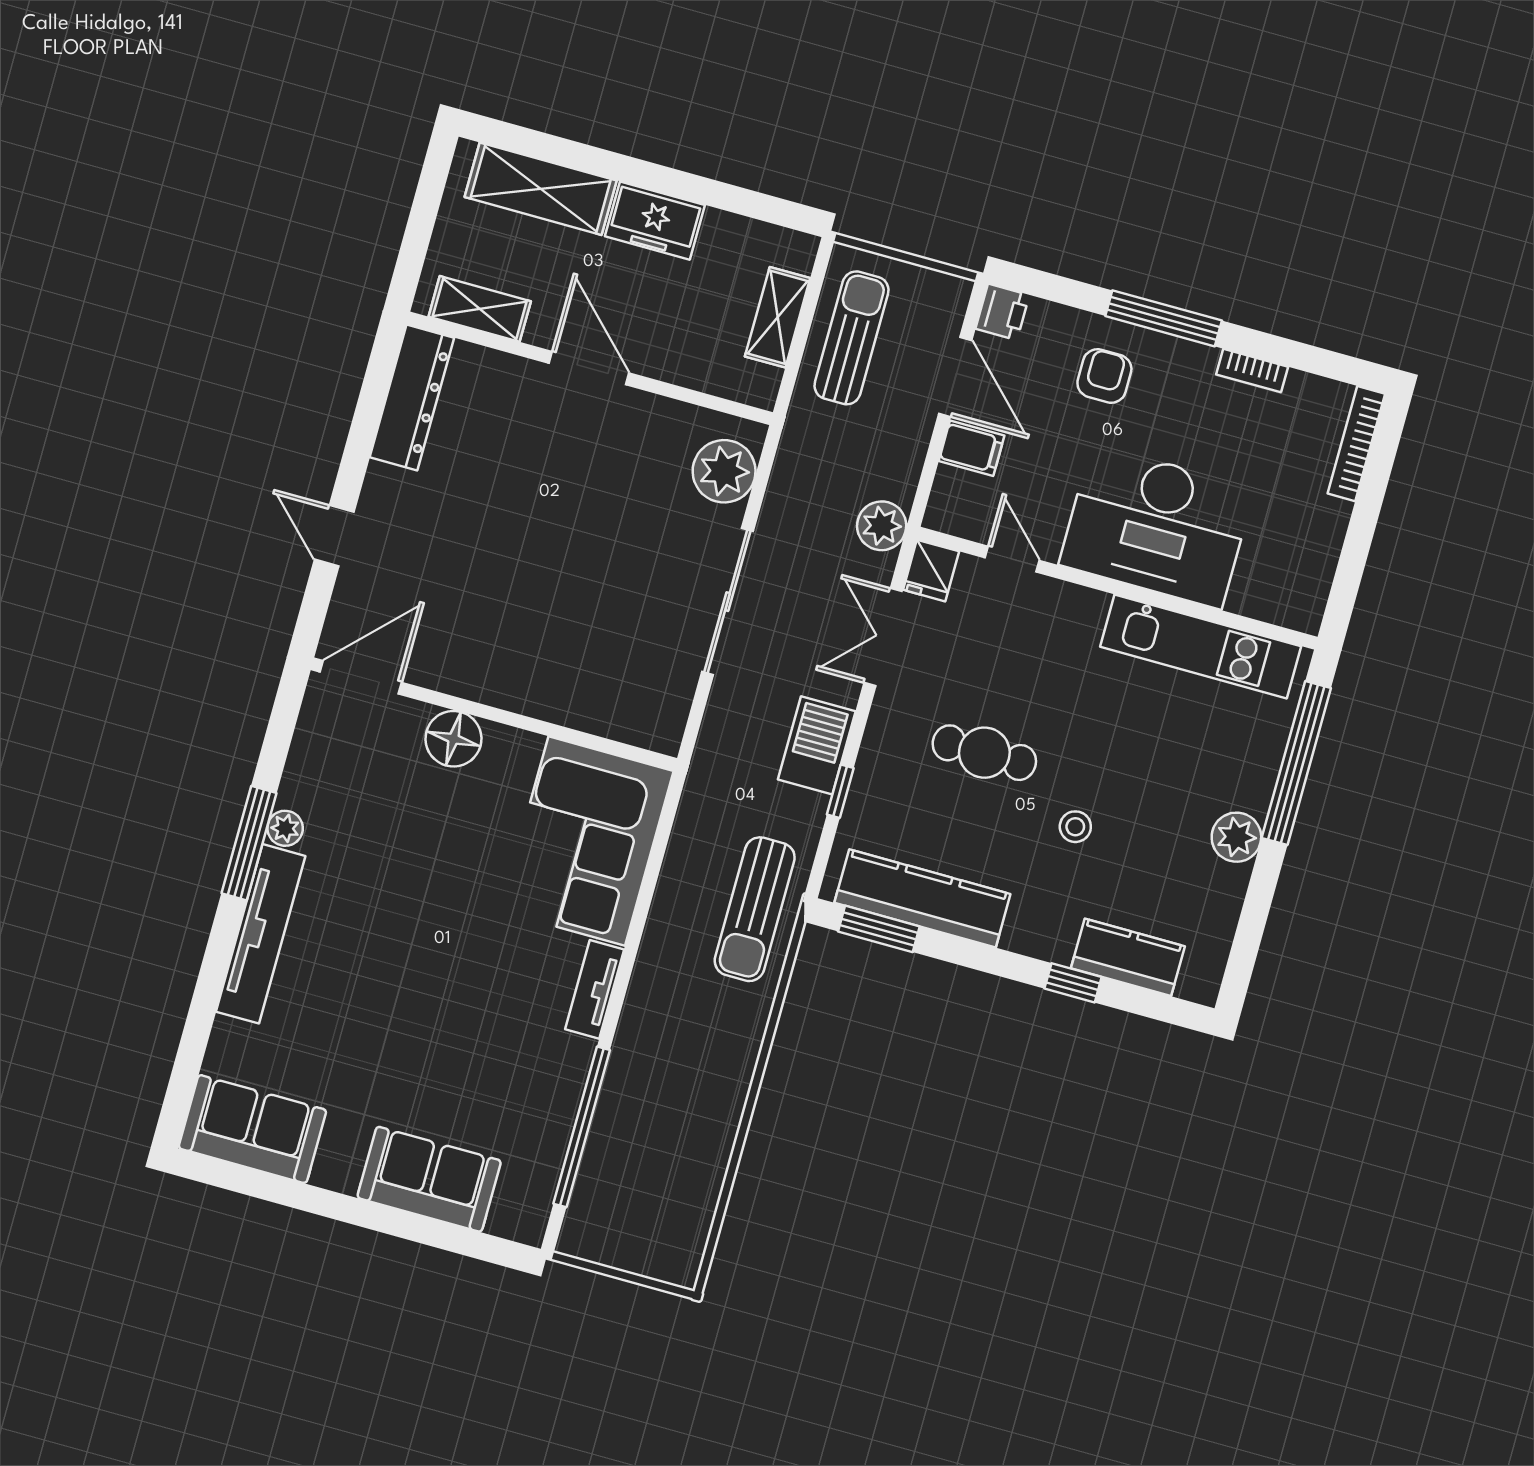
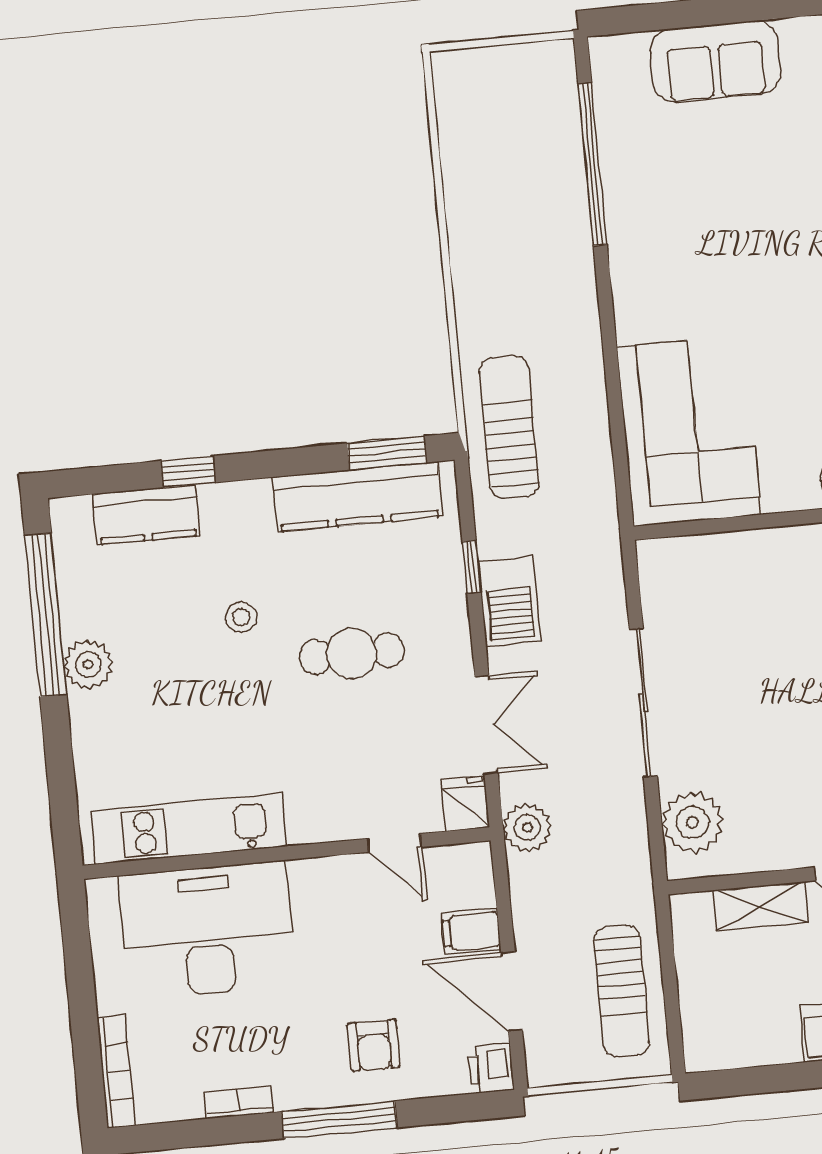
shelving: (778, 317) -> (761, 906), moved, turned 90
desk: (1157, 526) -> (207, 930), moved
window: (1296, 763) -> (46, 615), moved
tv unit: (595, 989) -> (629, 296), removed

